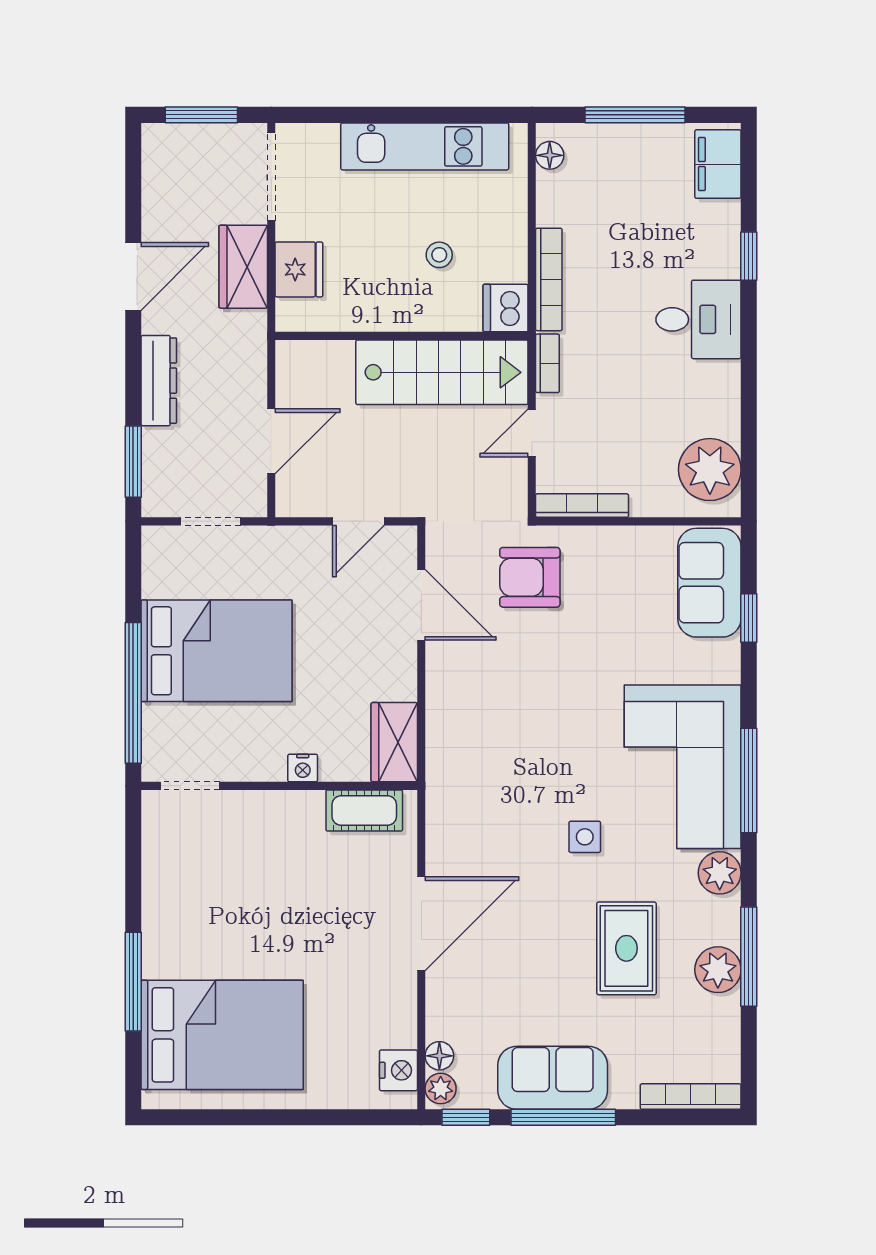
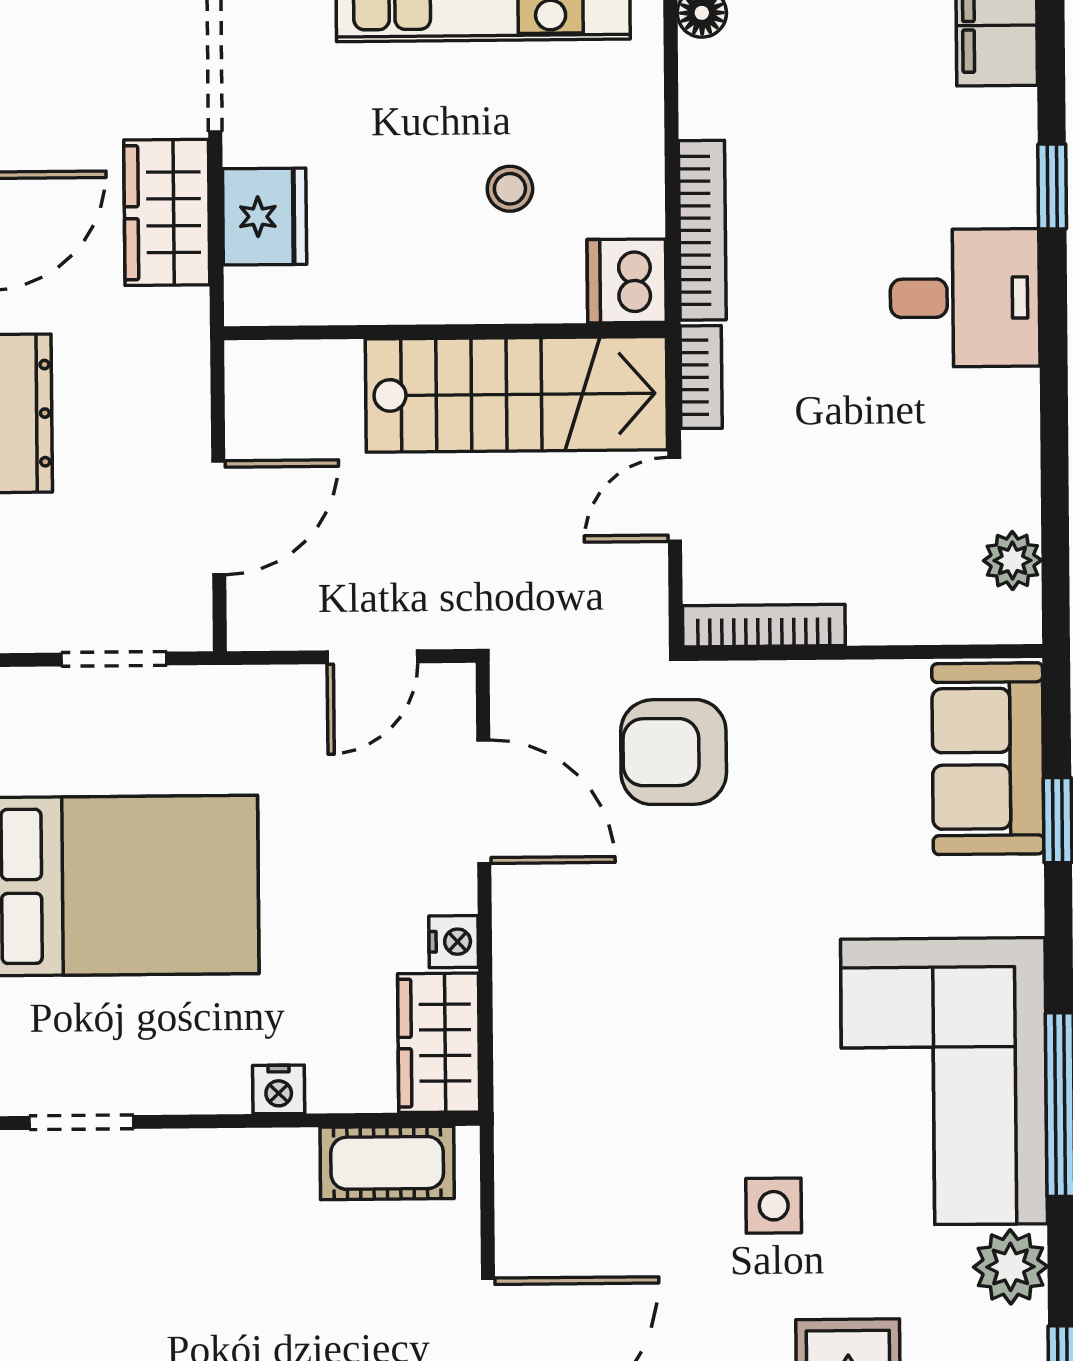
plant: (710, 470) -> (1012, 560), width x0.53, depth x0.53
nightstand: (403, 684) -> (454, 942), added

